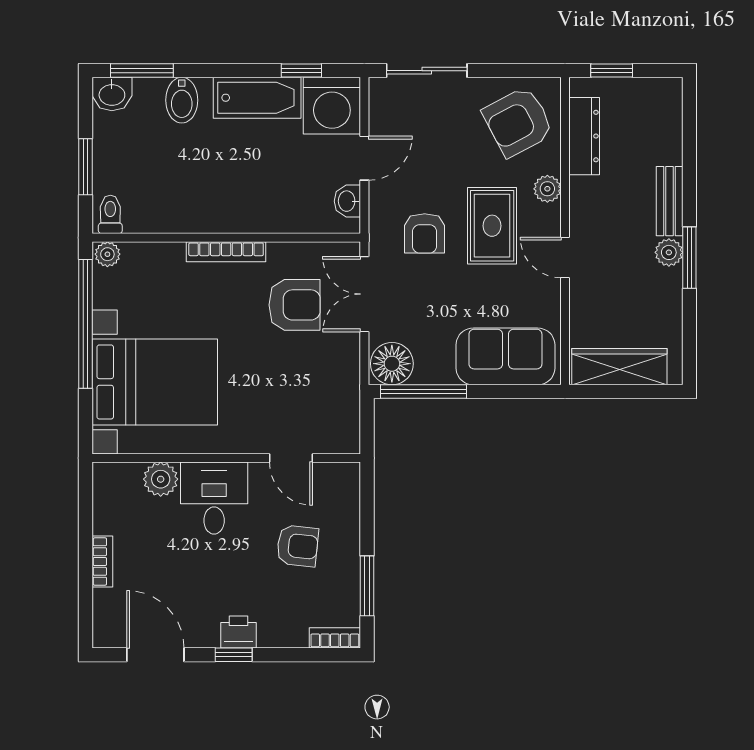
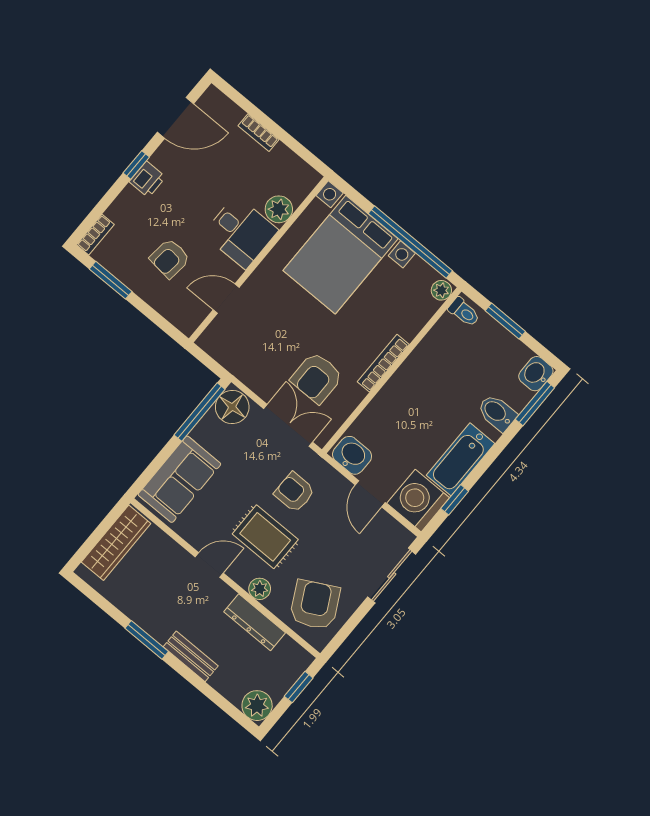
dresser: (584, 136) -> (255, 622), moved
washbasin: (347, 201) -> (352, 455), width x1.38, depth x1.45
plant: (669, 252) -> (257, 706), moved, width x1.38, depth x1.38

